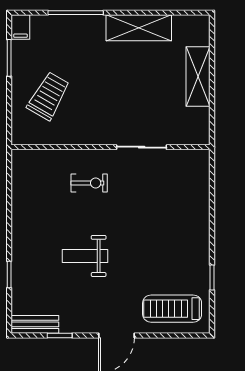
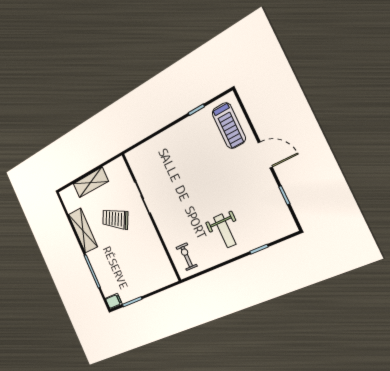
trolley: (48, 96) -> (115, 219), moved
exercise bike: (89, 183) -> (187, 257), moved
weight bench: (85, 256) -> (225, 231), moved
bench: (35, 324) -> (285, 216), removed

